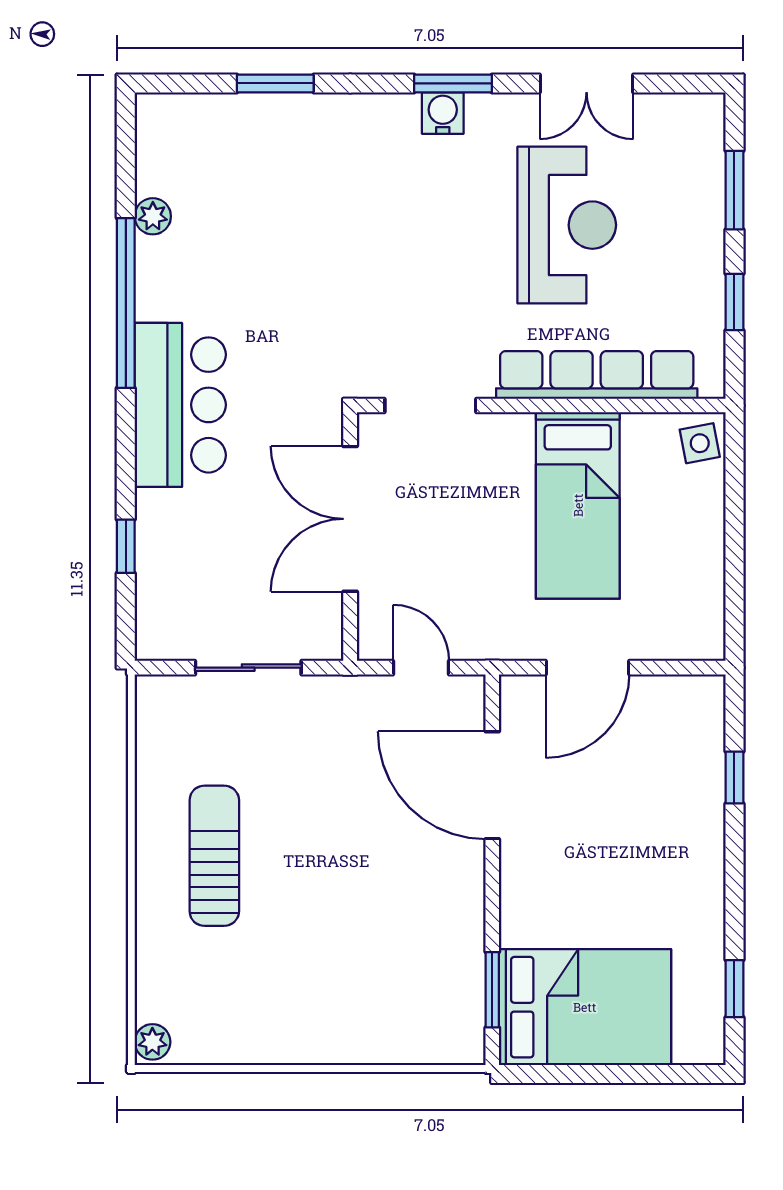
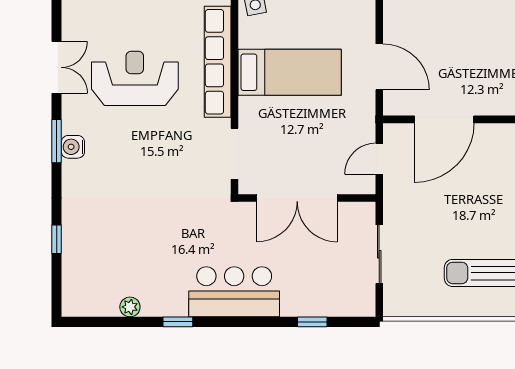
window: (275, 83) -> (57, 239), width x0.67
window: (126, 303) -> (178, 322), width x0.32

